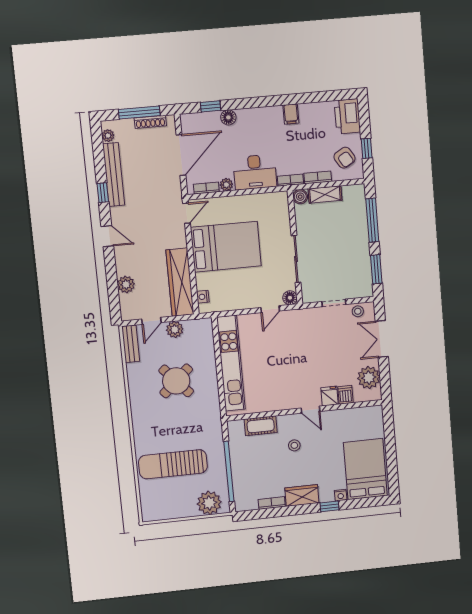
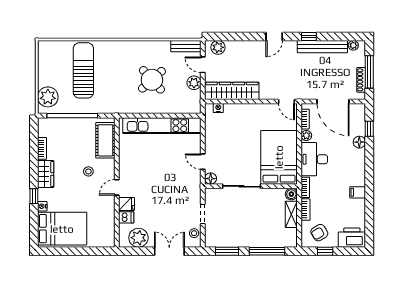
bed: (226, 247) -> (279, 157), moved, turned 180
plant: (126, 284) -> (218, 47), moved
cot: (261, 426) -> (105, 140), width x1.37, depth x1.34

